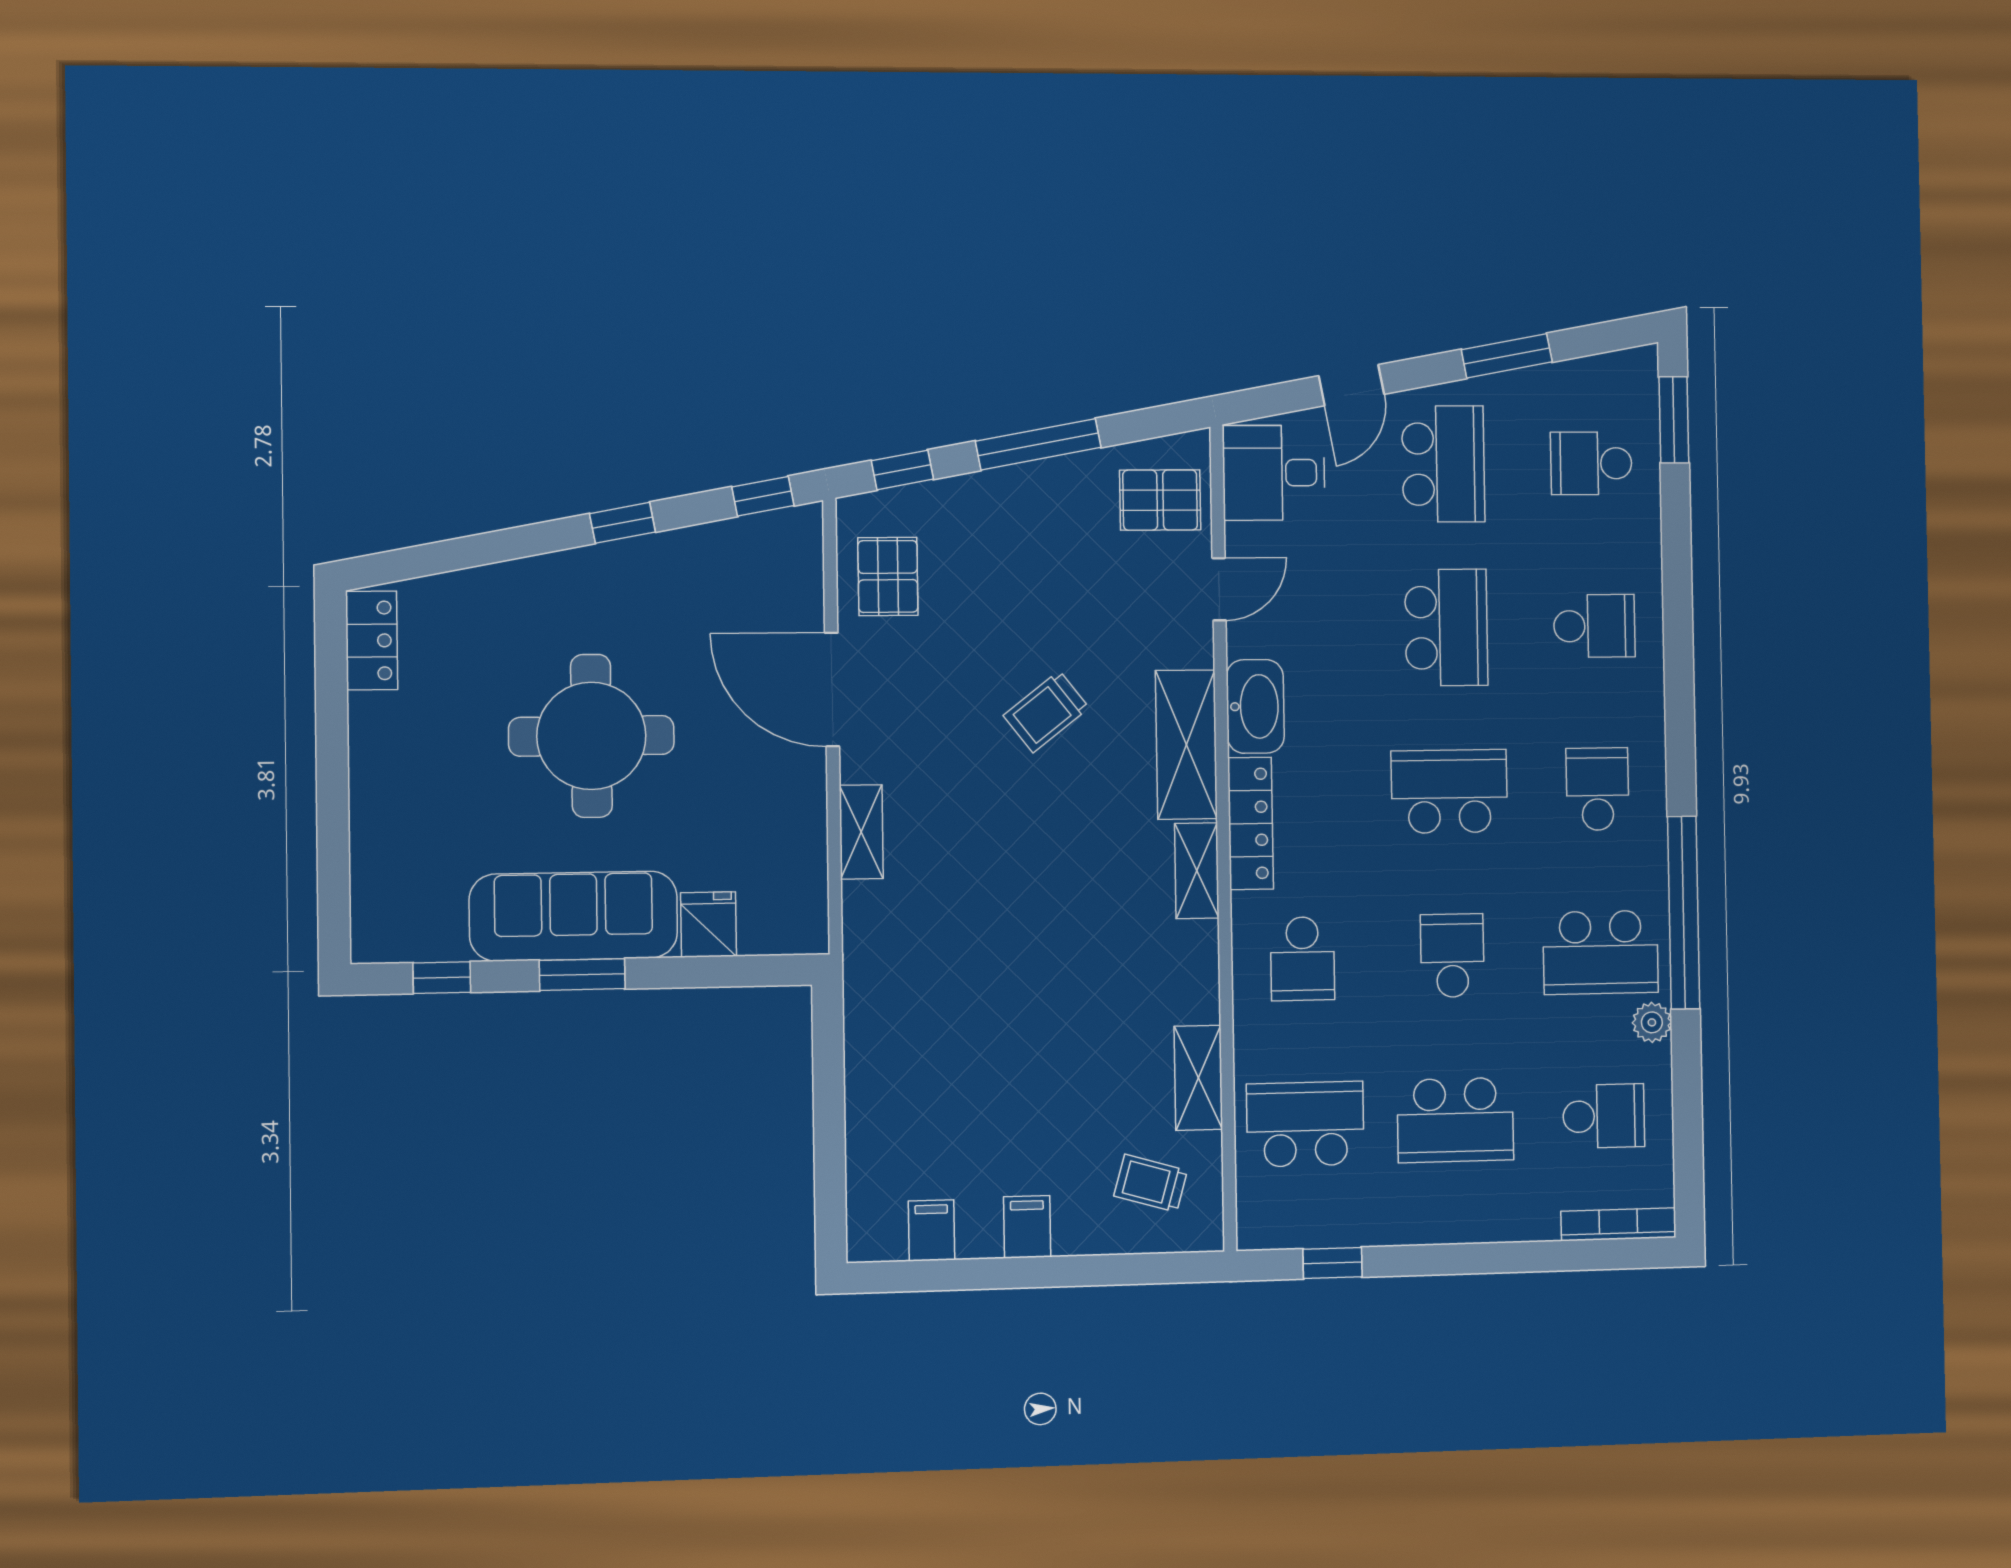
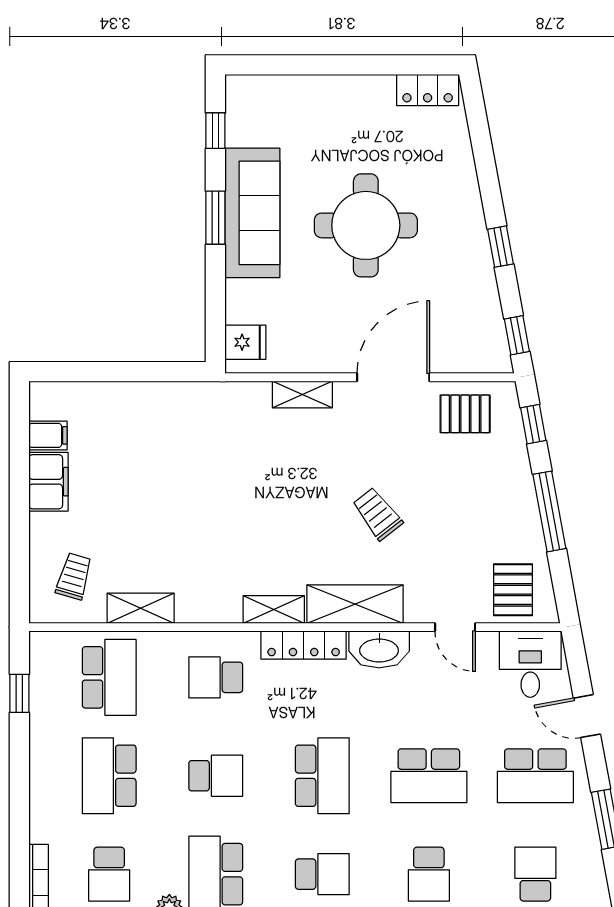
fridge: (709, 924) -> (245, 342), moved
filing cabinet: (1027, 1227) -> (48, 482), width x2.00

